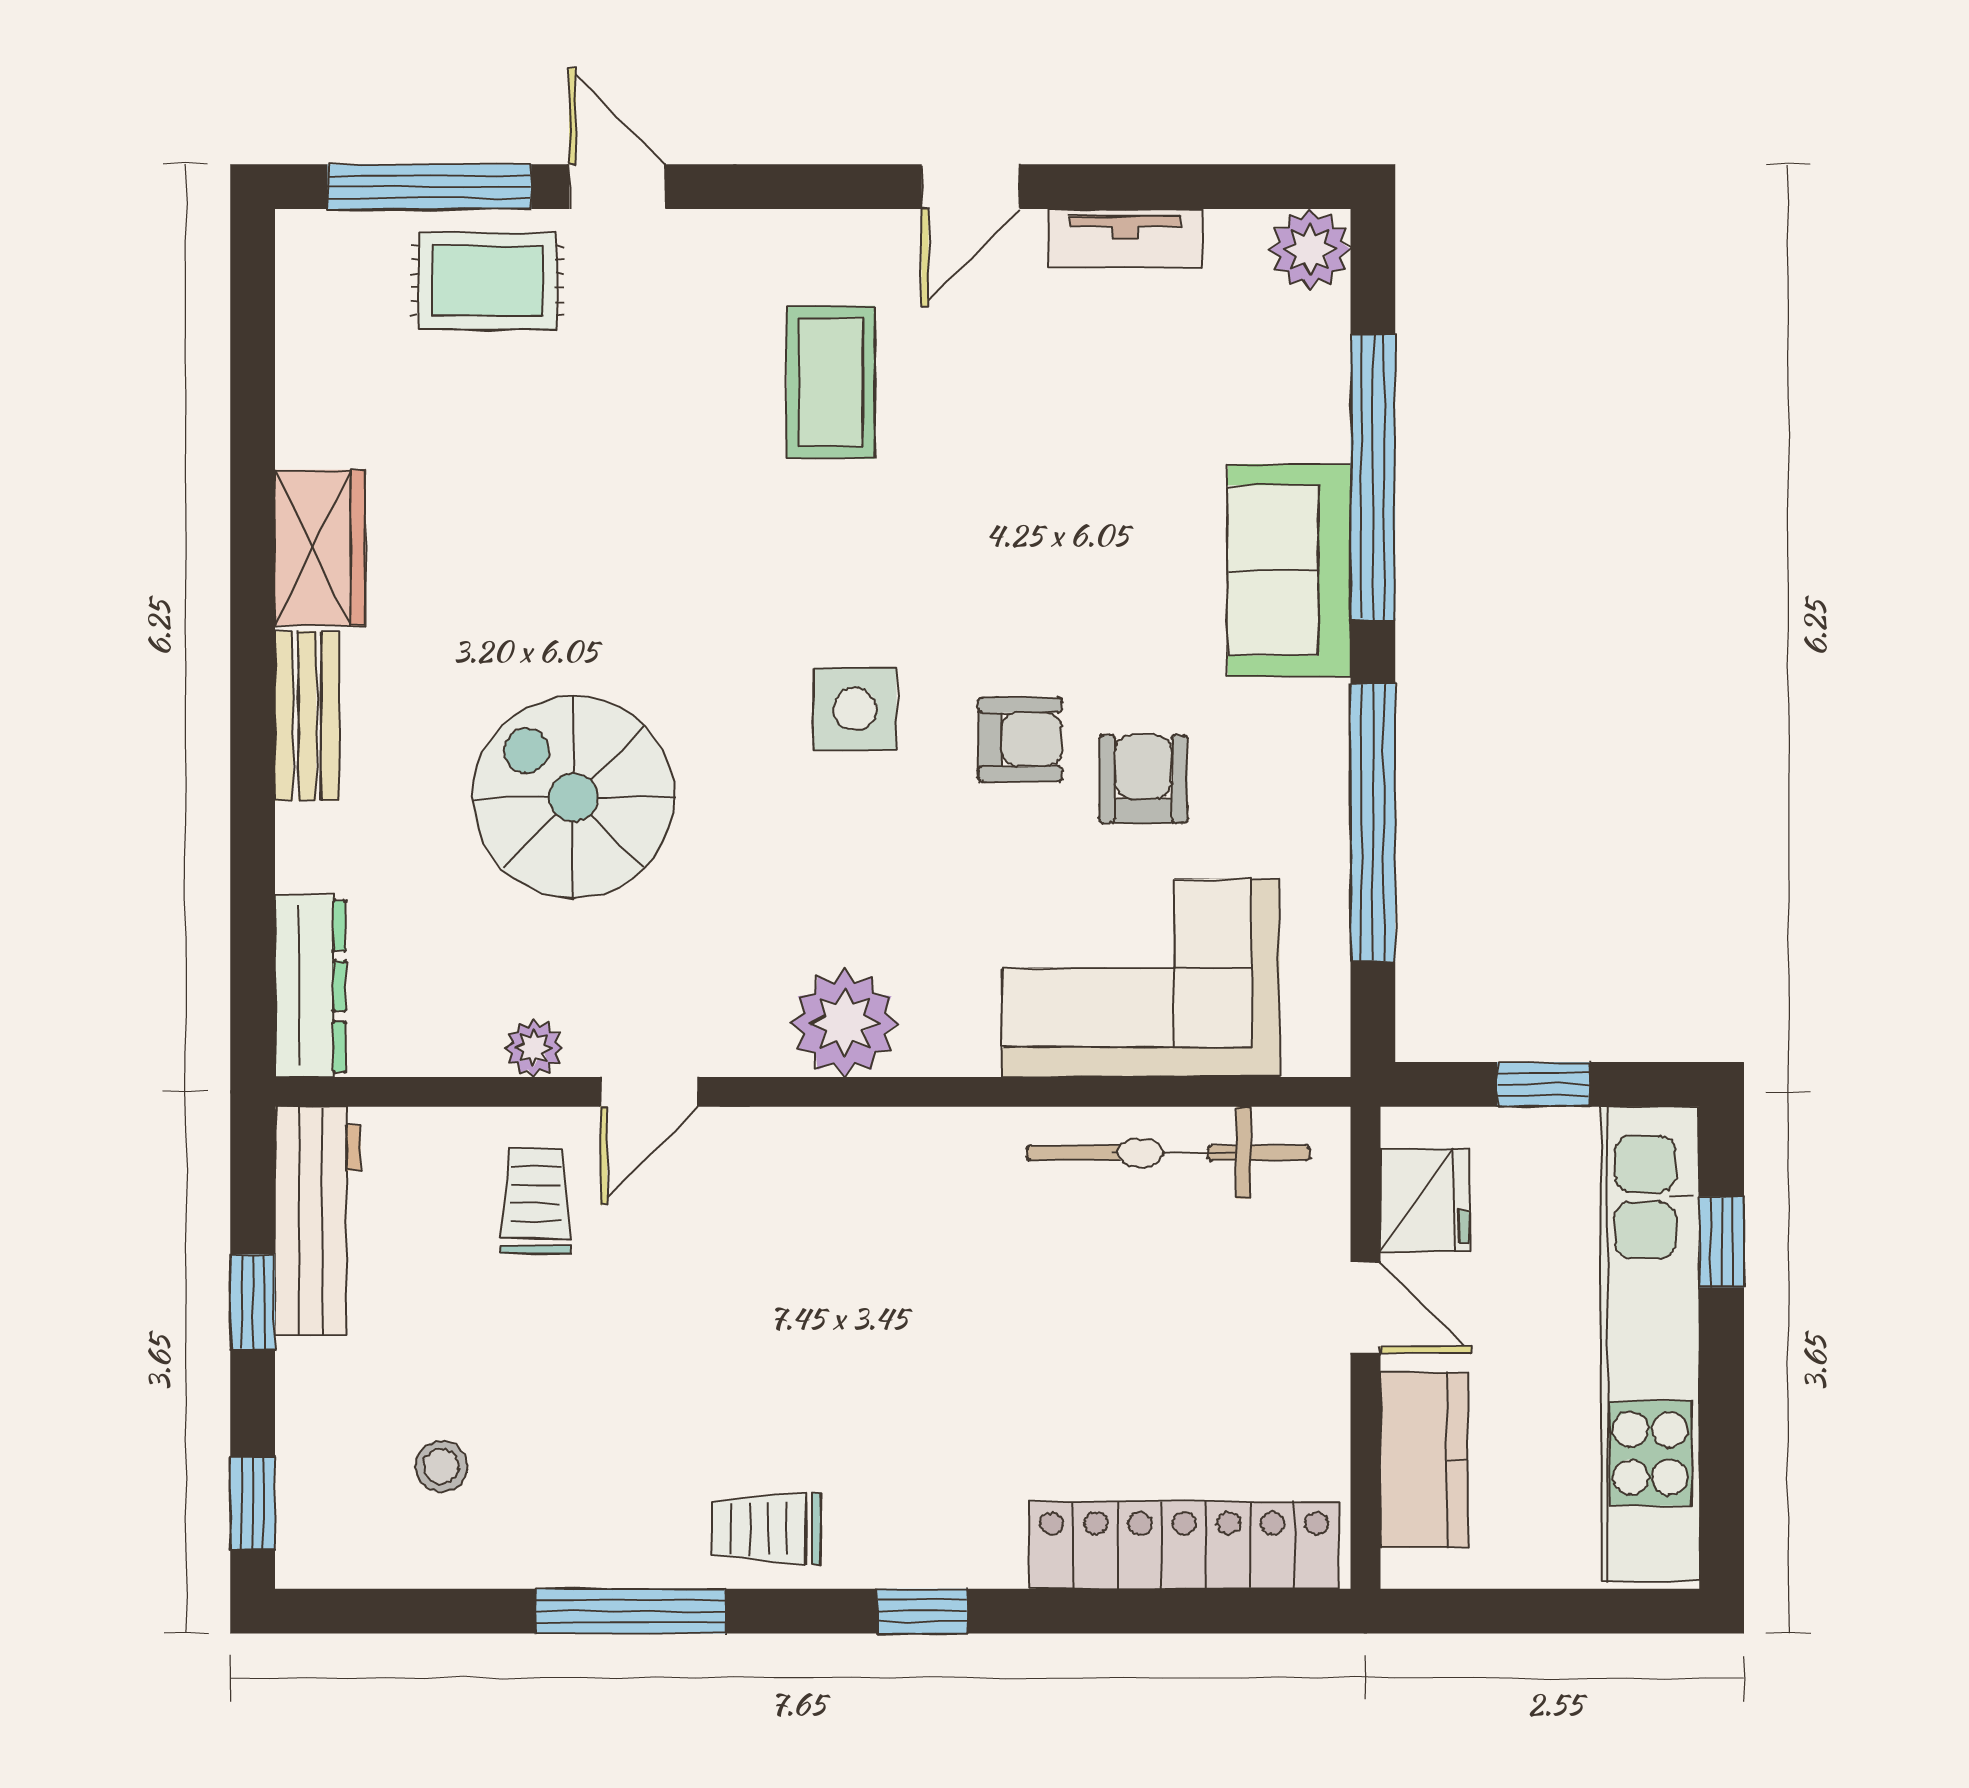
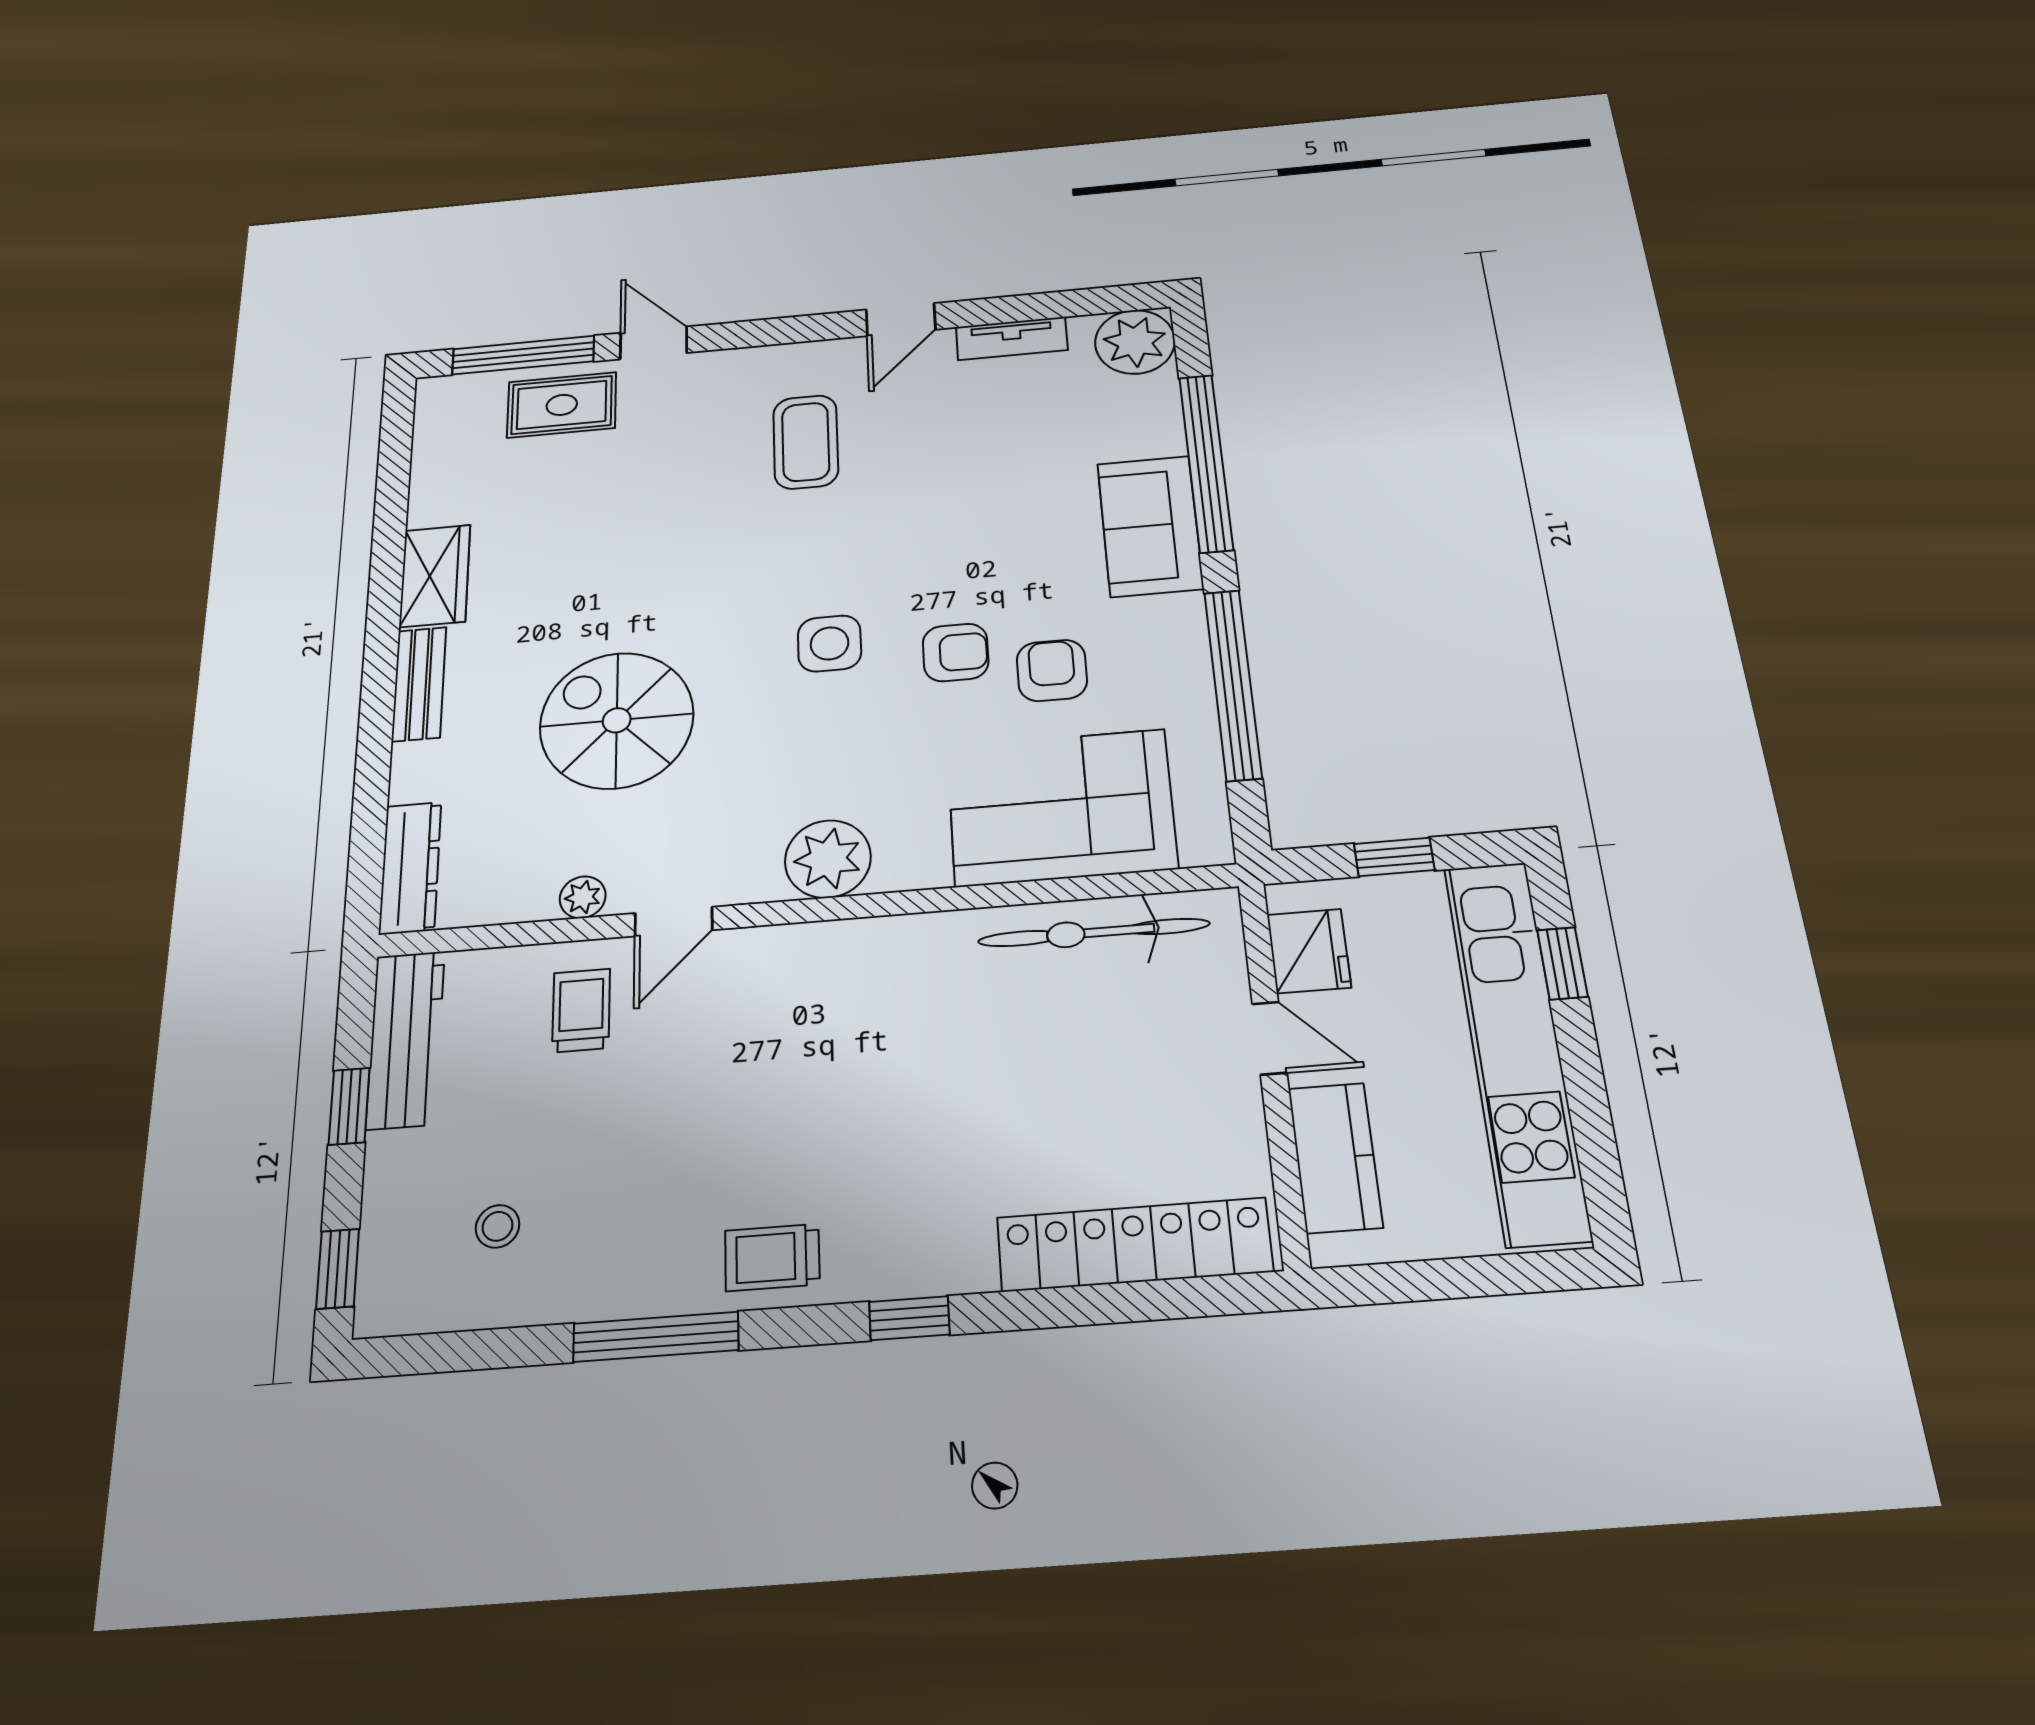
plant: (1310, 249) -> (1135, 342), width x1.36, depth x1.36

